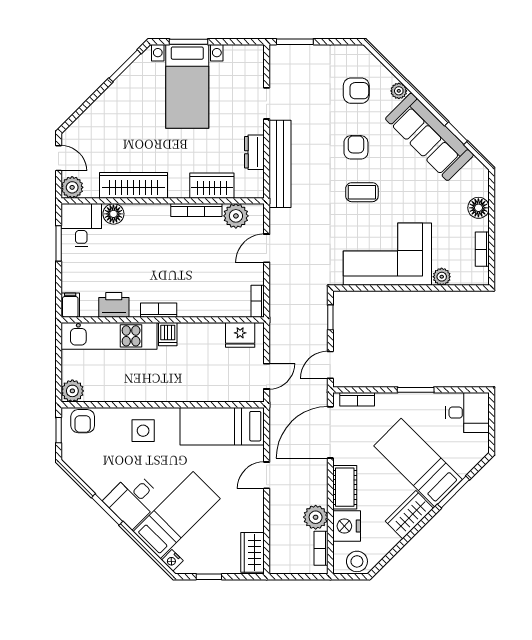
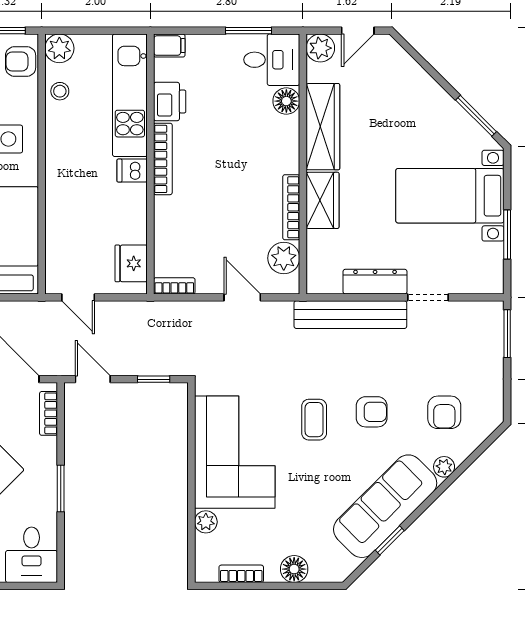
window: (189, 42) -> (507, 235), moved
dresser: (254, 152) -> (375, 282), width x1.44
wardrobe: (212, 186) -> (323, 200), moved
bookcase: (159, 310) -> (163, 159), width x1.56
stool: (106, 391) -> (60, 91), added

